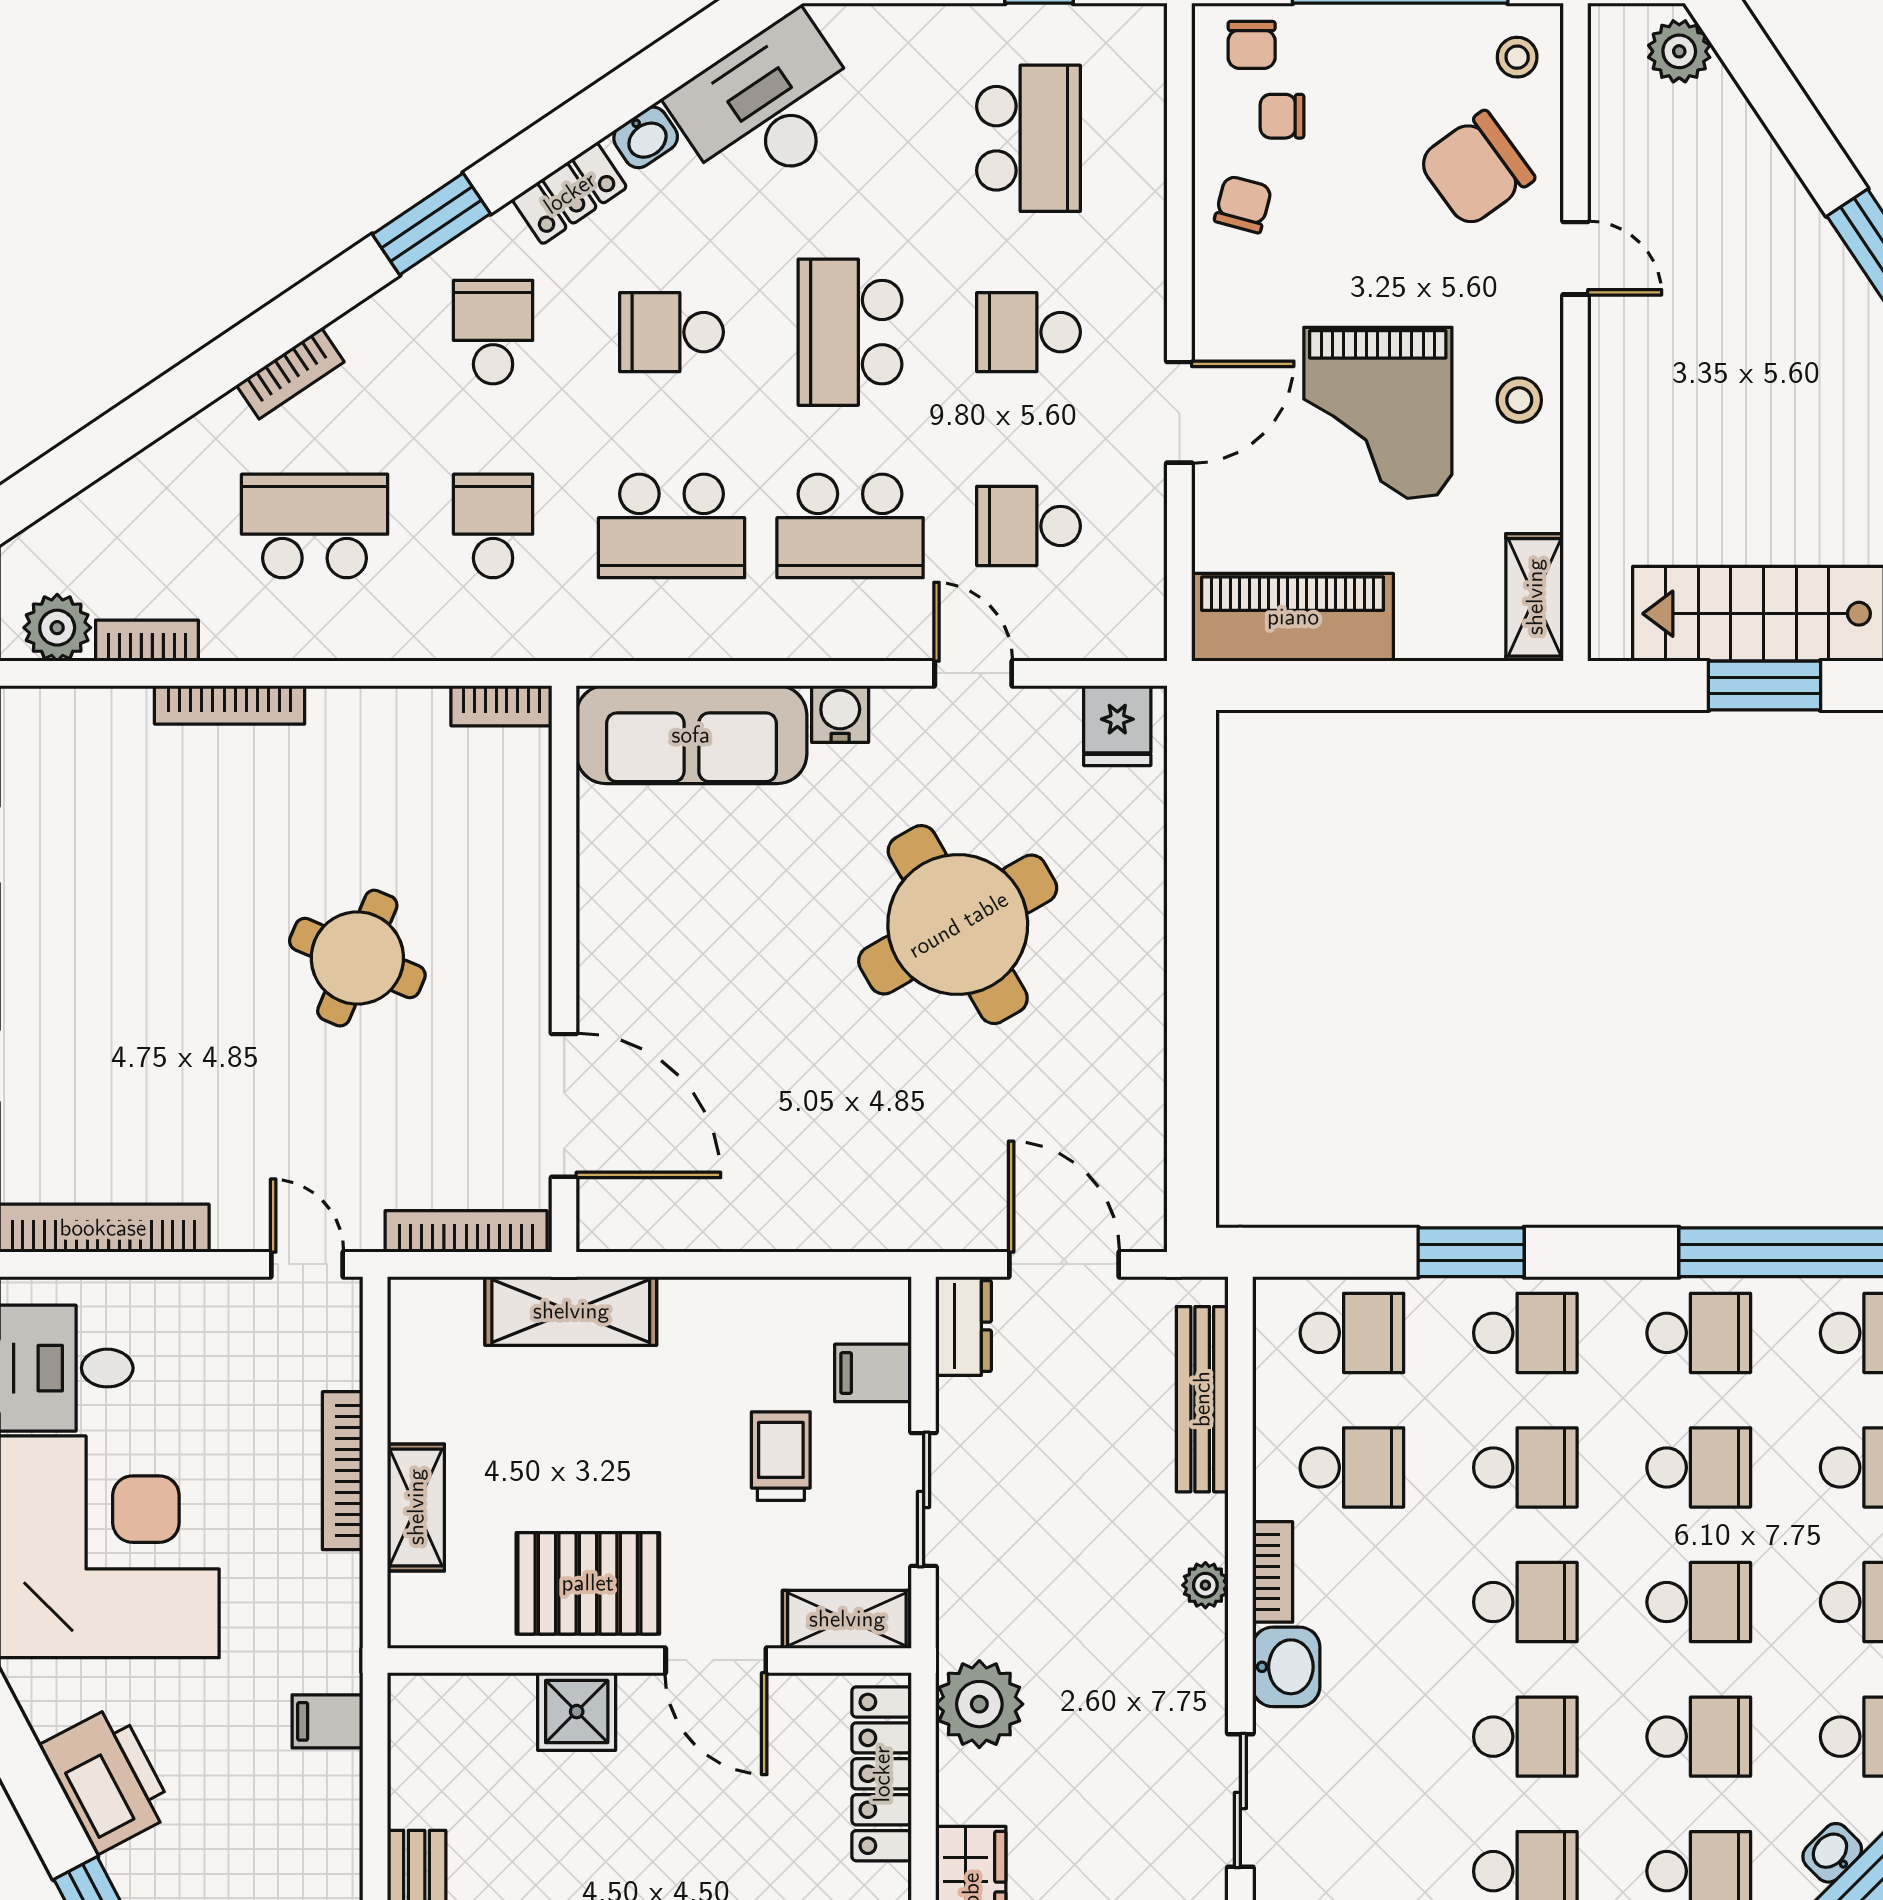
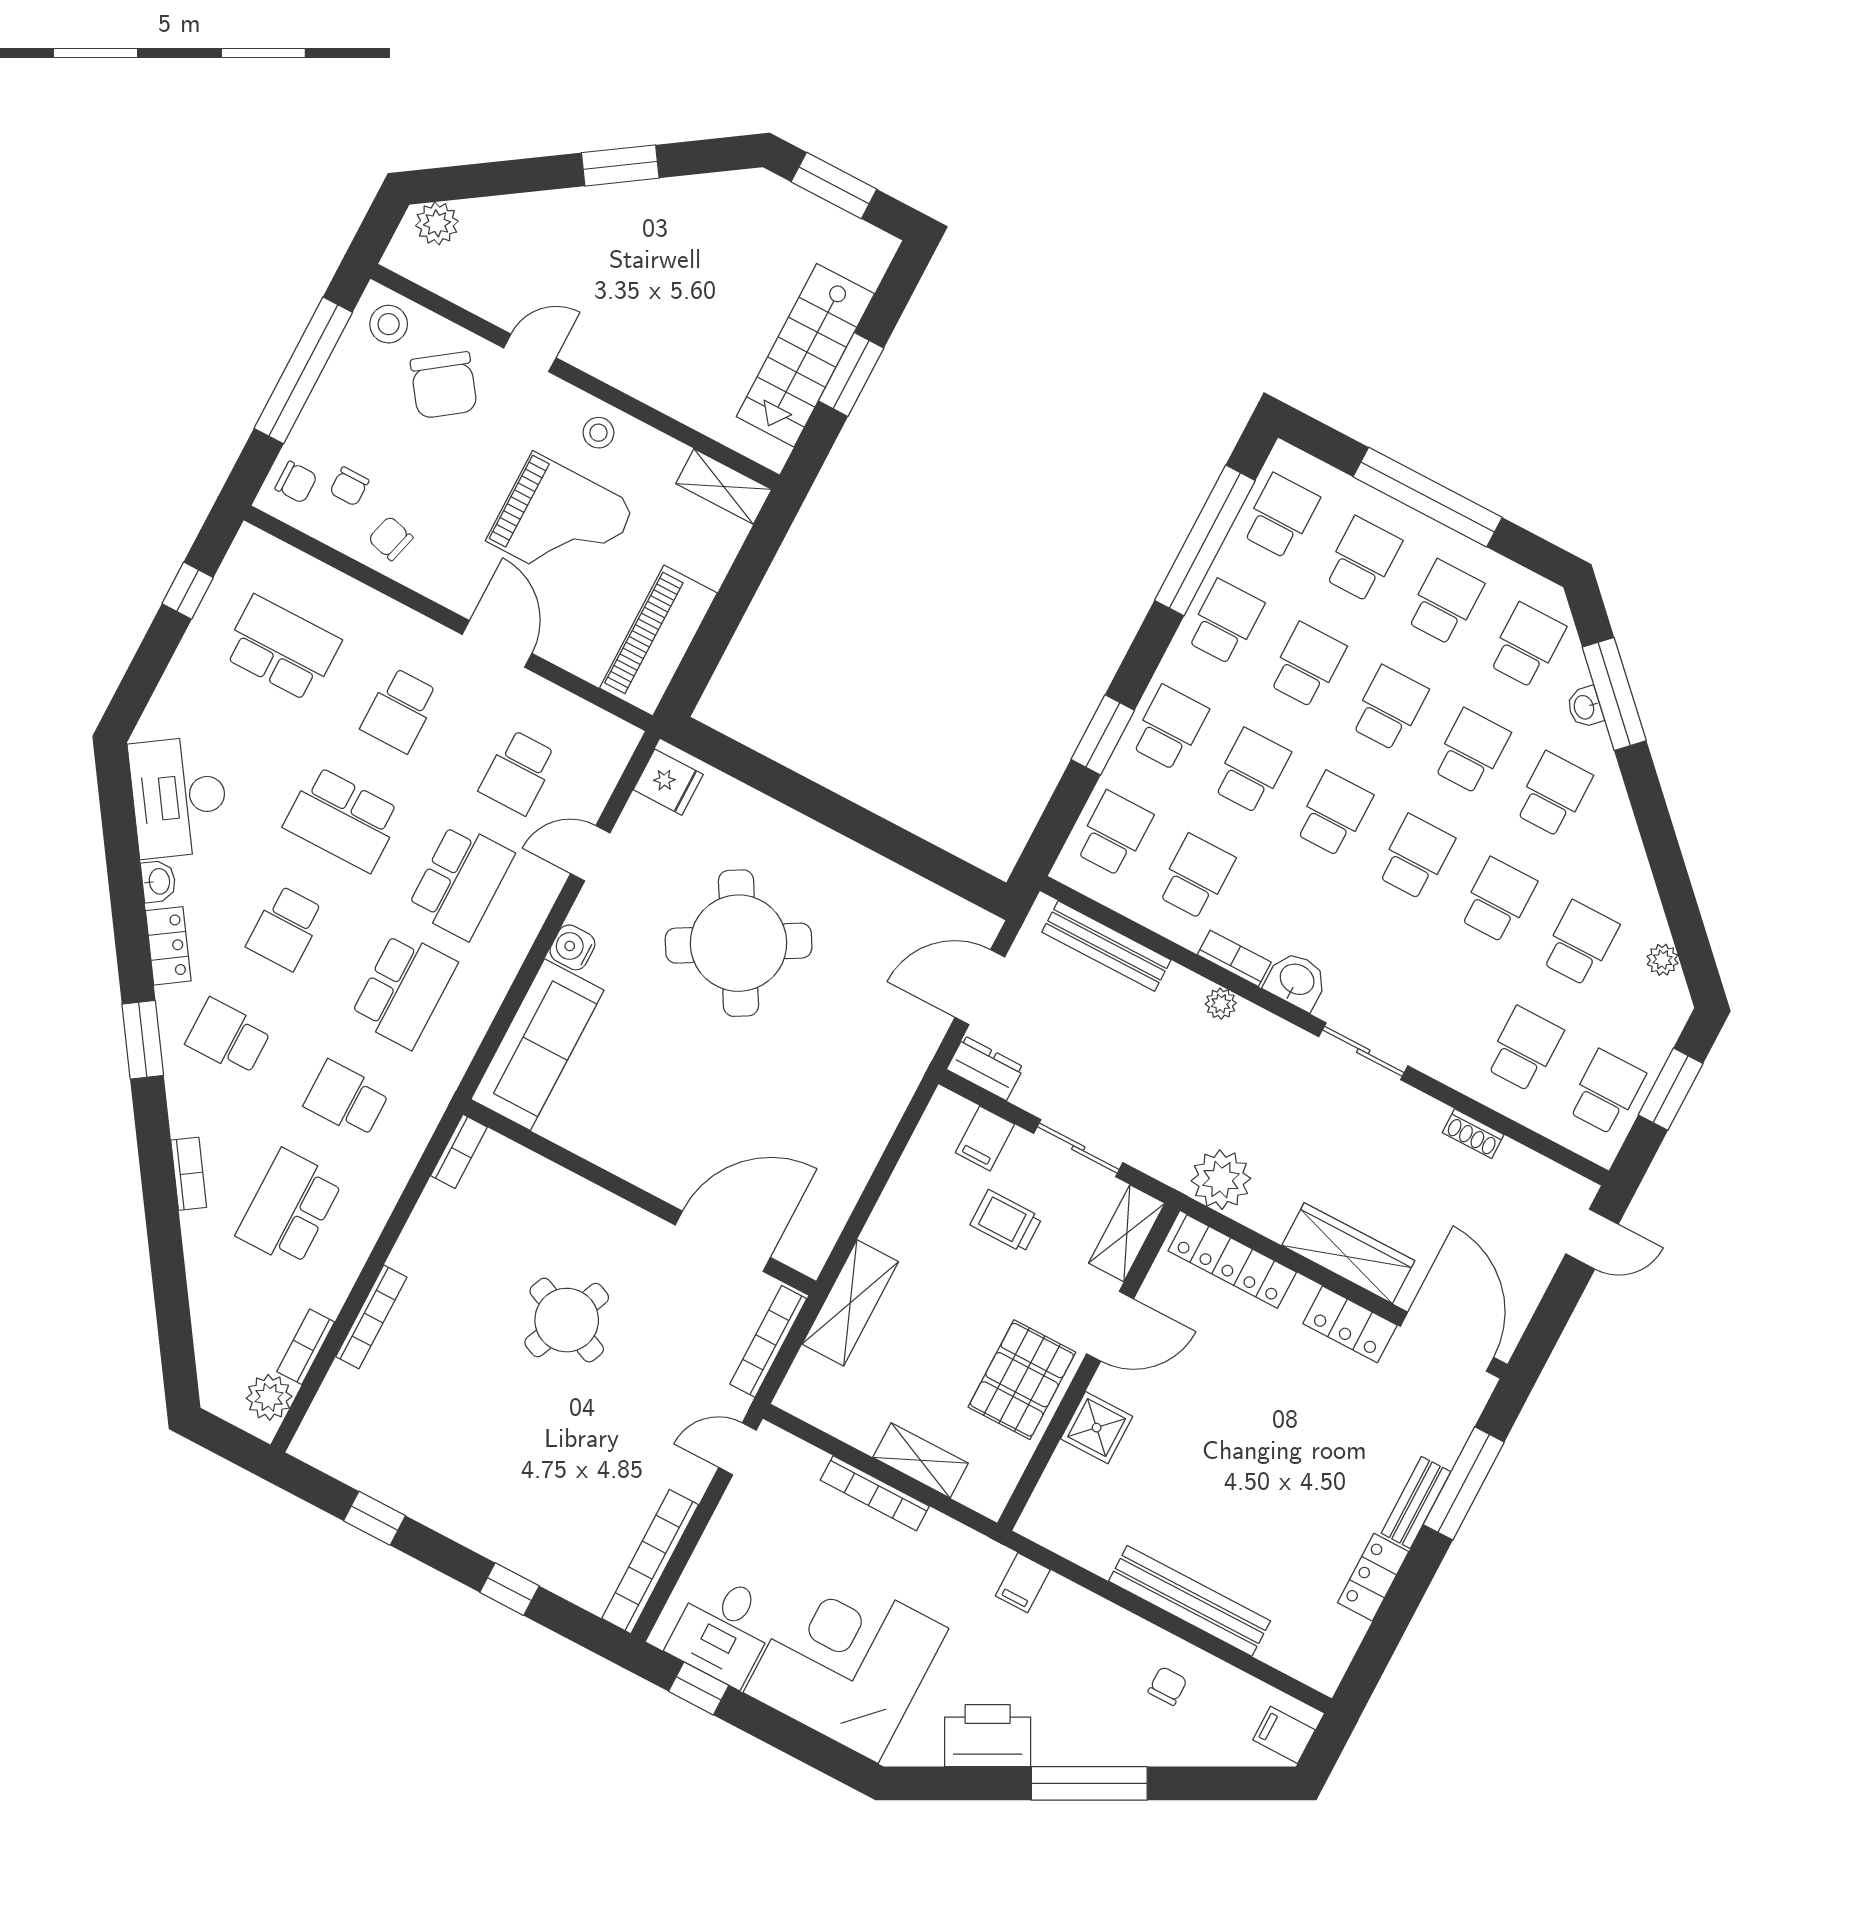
stool: (1517, 57) -> (389, 324), width x1.37, depth x1.37

